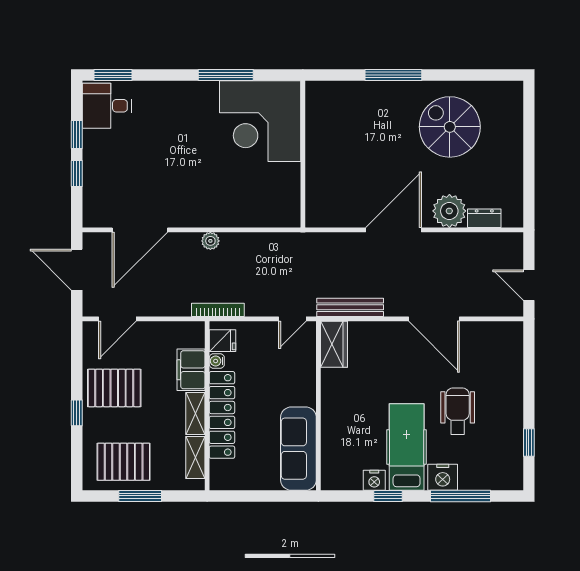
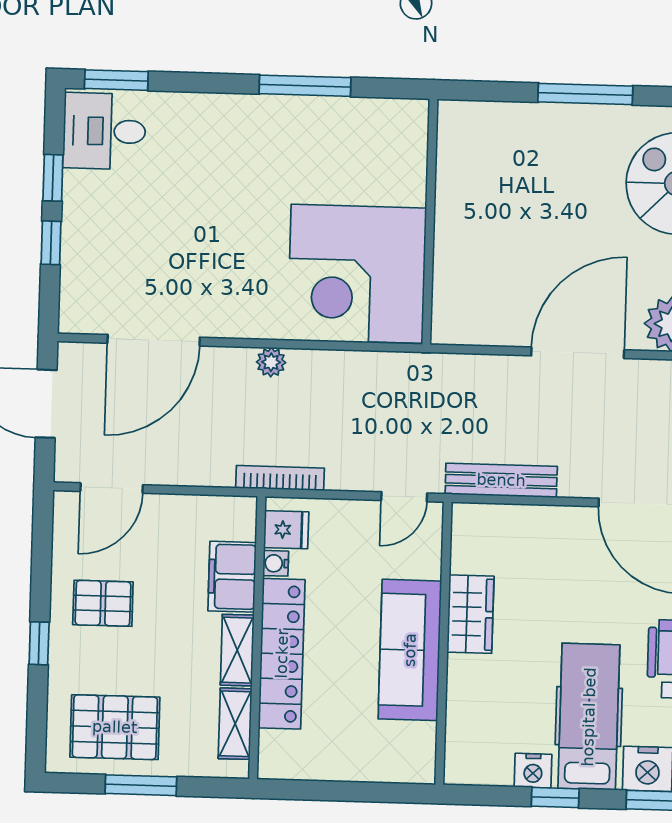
corner desk: (260, 121) -> (357, 274), moved
wardrobe: (334, 344) -> (470, 614), moved
pallet: (114, 388) -> (103, 603), width x0.67, depth x0.71
sofa: (298, 449) -> (410, 650), moved

